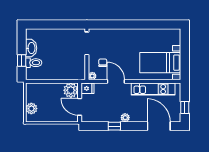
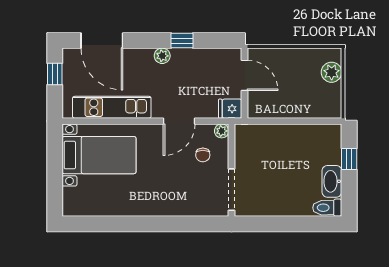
toilet: (34, 63) -> (327, 208), moved
door: (116, 81) -> (179, 121), hinge flipped
plant: (71, 90) -> (260, 105), removed

